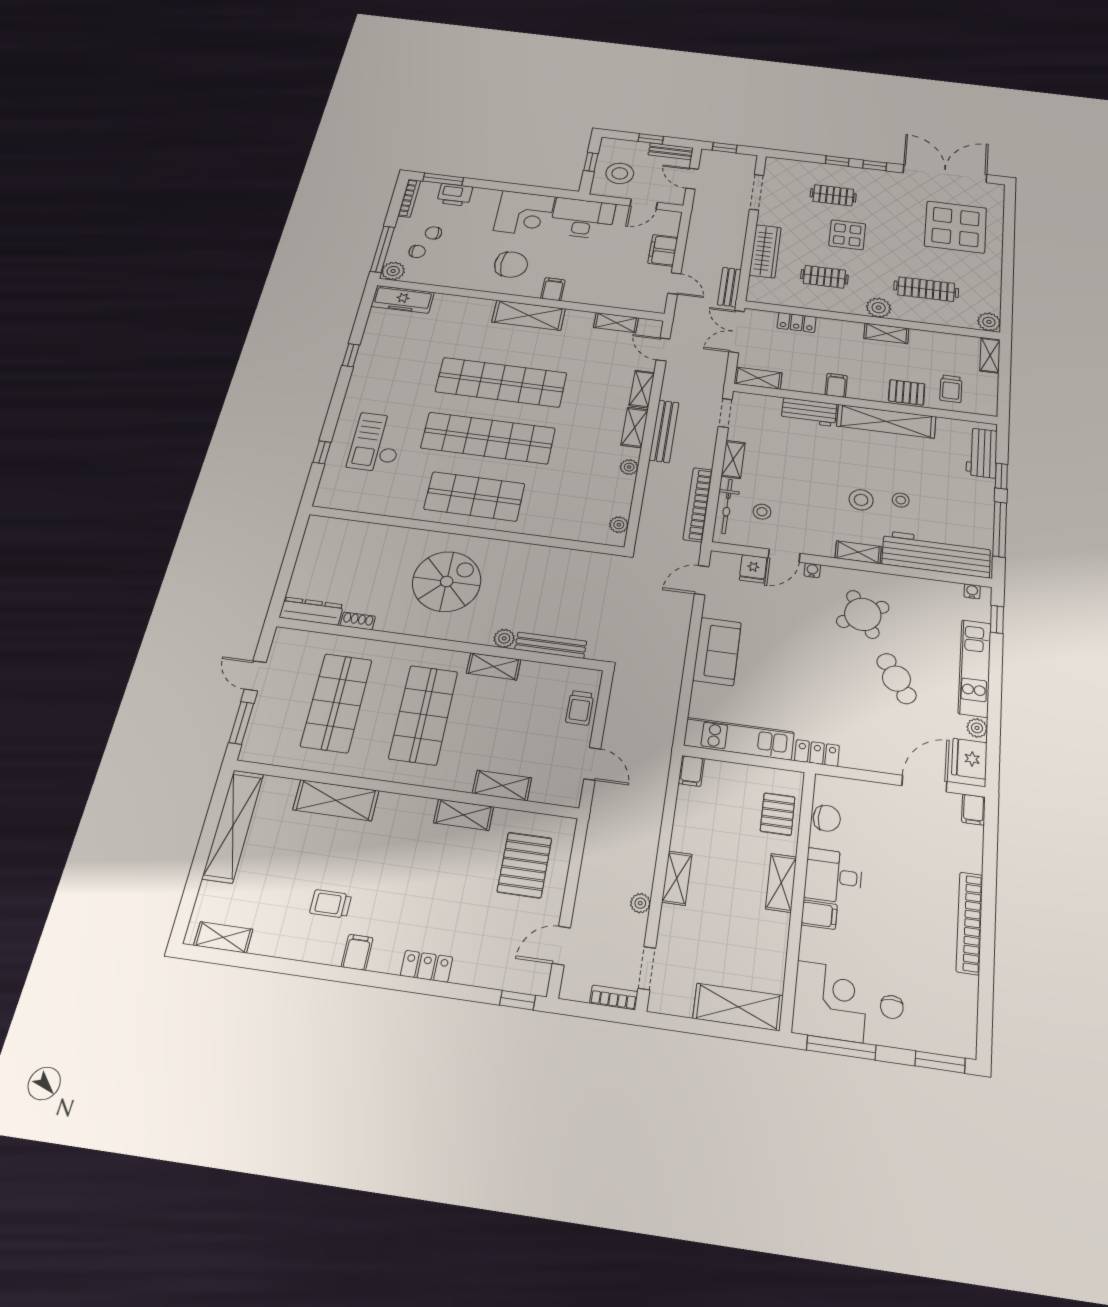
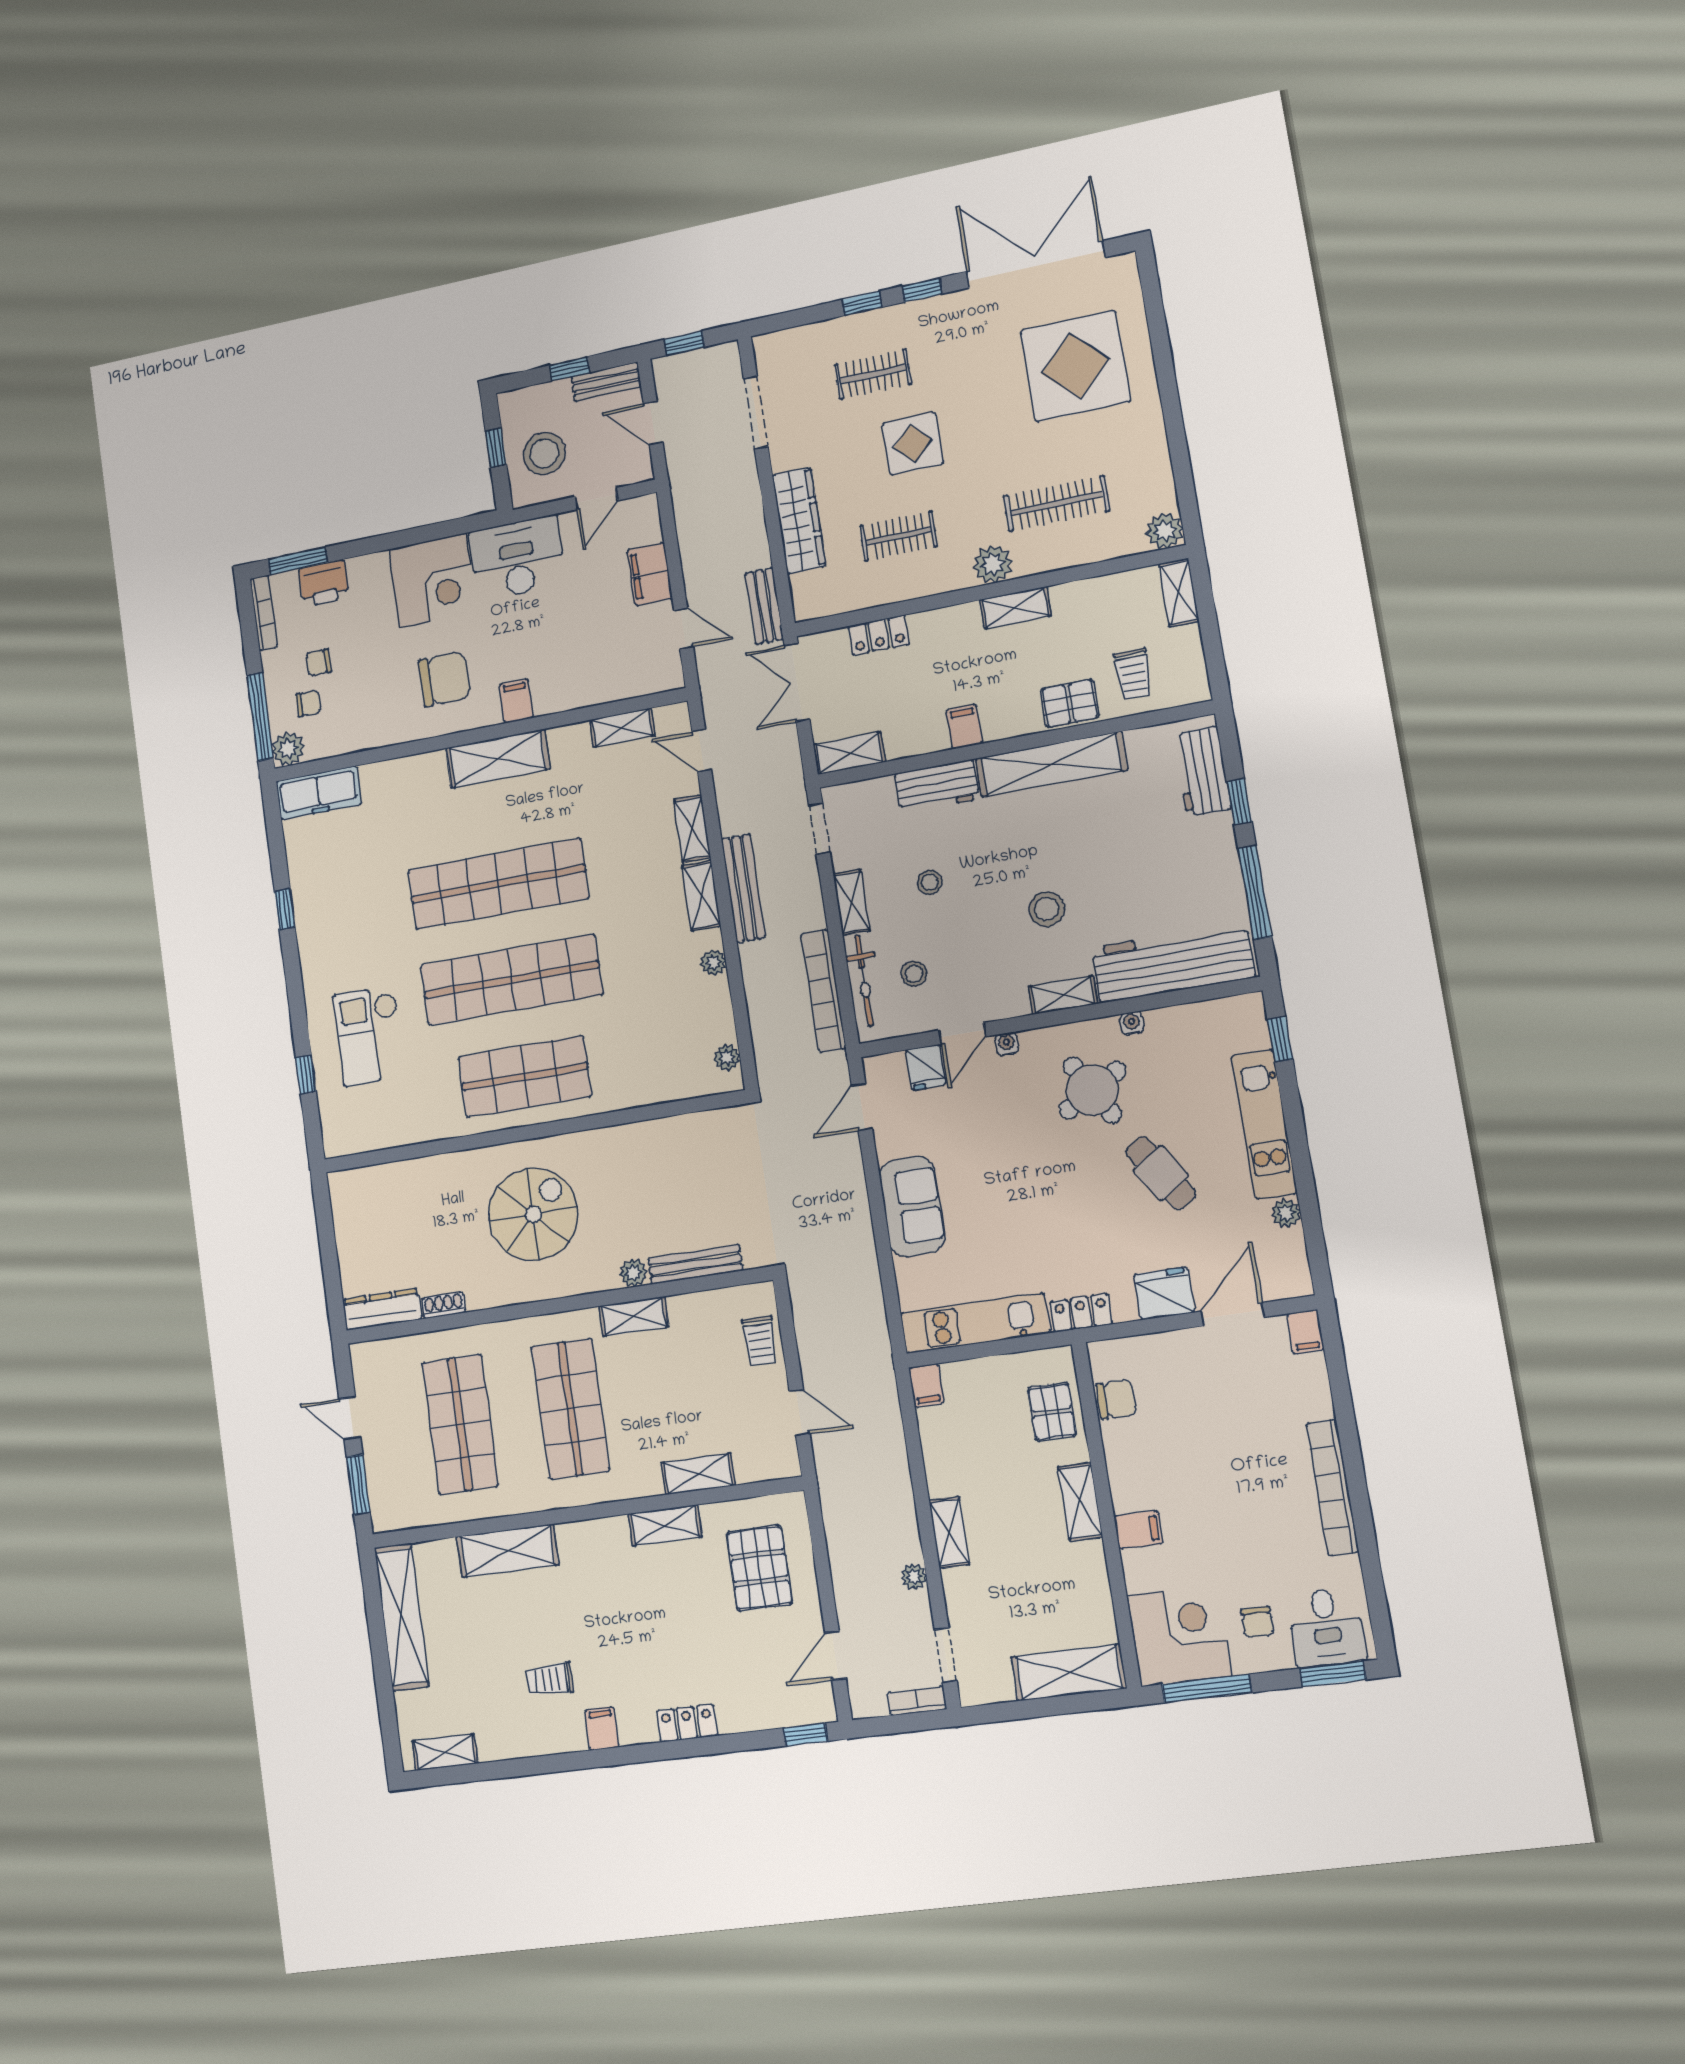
stool: (901, 500) -> (930, 882), moved
water cooler: (972, 591) -> (1132, 1023), moved
fridge: (969, 759) -> (1164, 1293), moved, turned 90
desk: (833, 876) -> (1327, 1627), moved, turned -90

